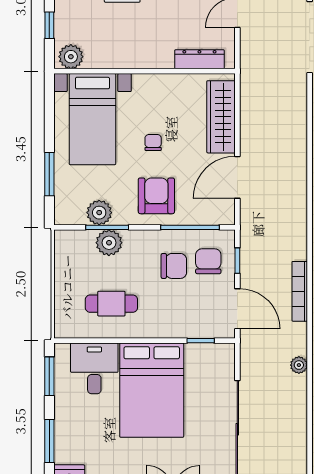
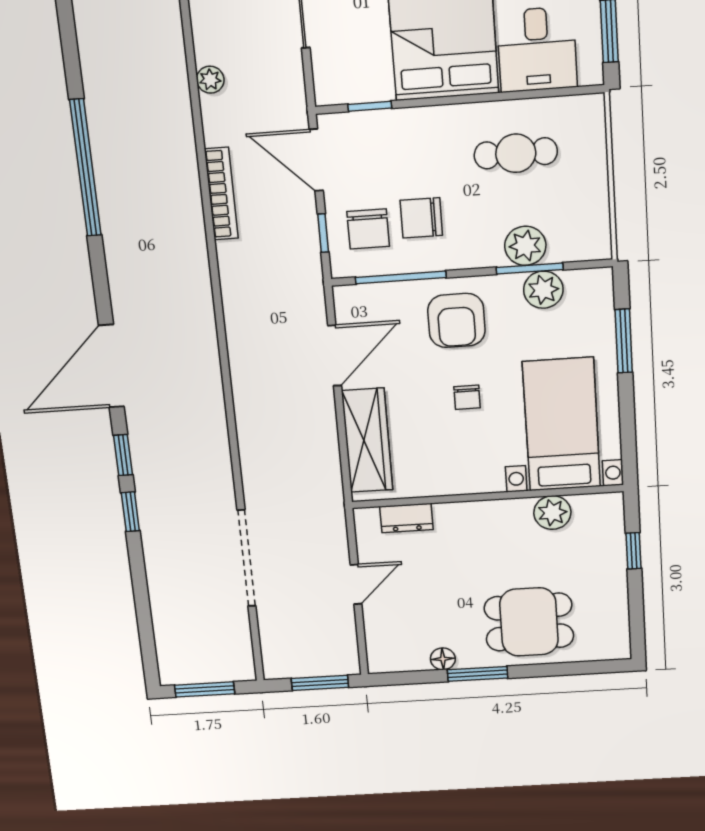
plant: (71, 57) -> (552, 513), moved
dresser: (199, 59) -> (406, 518), width x0.70

